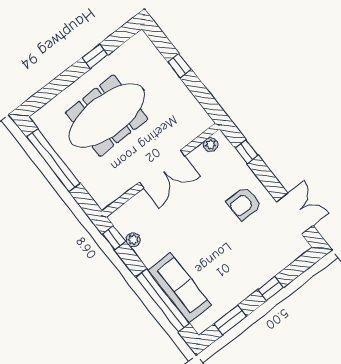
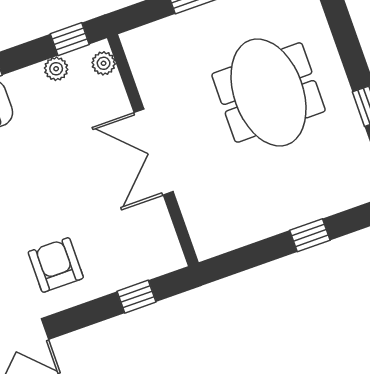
meeting table: (107, 116) -> (269, 92), width x0.73
plant: (211, 144) -> (104, 63), moved

